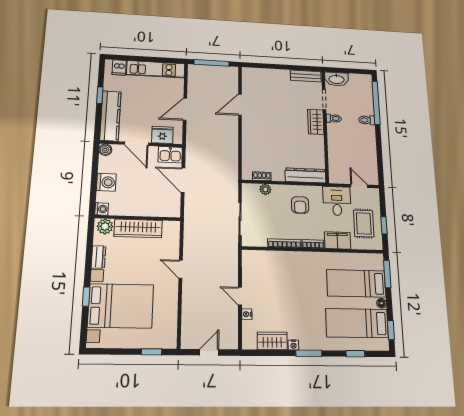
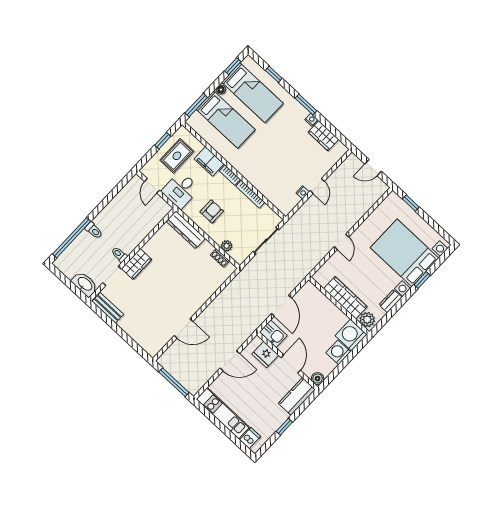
kitchen counter: (110, 116) -> (297, 396), width x0.67
washing machine: (102, 209) -> (351, 335), width x1.89, depth x1.89
nightstand: (247, 314) -> (303, 192), moved

